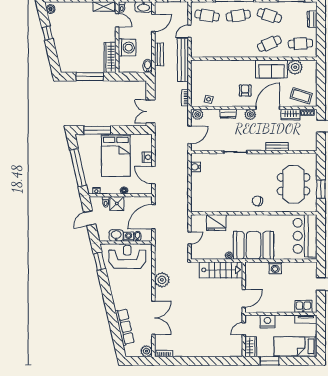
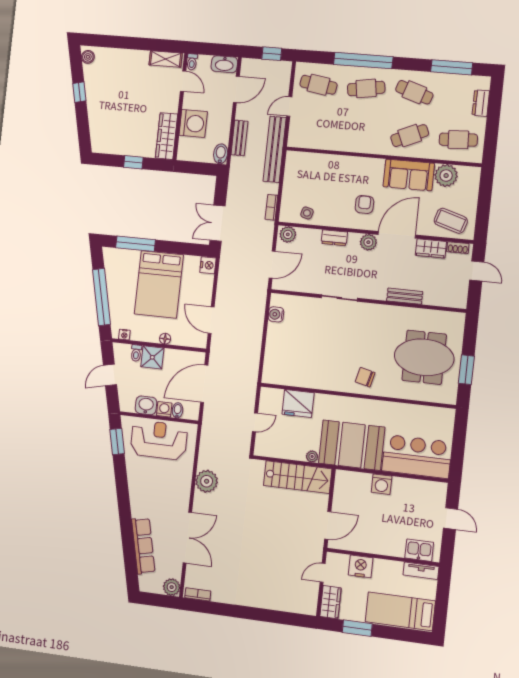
window: (90, 77) -> (133, 162), width x0.46
nightstand: (147, 157) -> (208, 265), moved
meeting table: (294, 184) -> (424, 357), turned 90
bar counter: (305, 236) -> (417, 456), moved, turned 90

